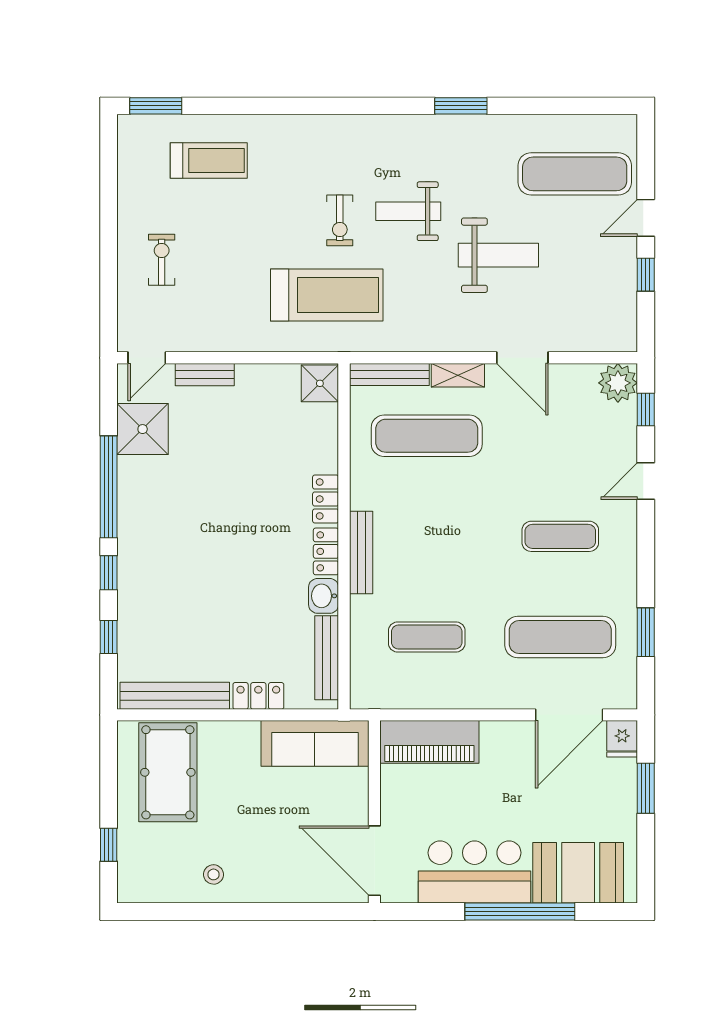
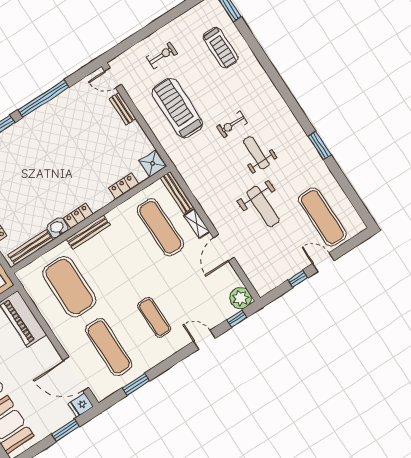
treadmill: (327, 295) -> (177, 108), moved, turned 180
shower: (143, 429) -> (80, 97), removed
locker: (326, 499) -> (123, 186), moved
exercise mat: (427, 637) -> (69, 287), width x2.00, depth x1.45

